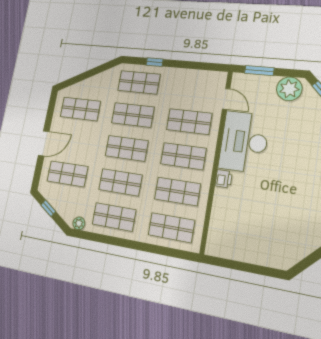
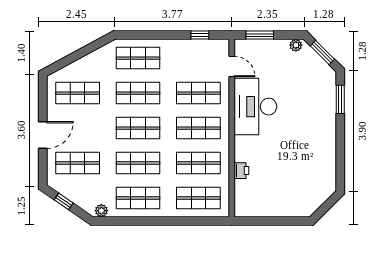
window: (154, 62) -> (200, 35), moved
plant: (289, 89) -> (296, 45), width x0.53, depth x0.53
printer: (224, 179) -> (241, 171), moved

